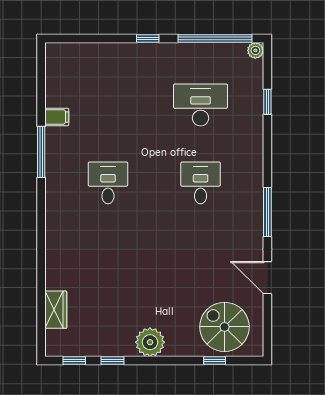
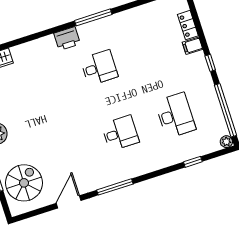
locker: (90, 51) -> (188, 25), added
filing cabinet: (57, 117) -> (193, 46), moved, turned 90
window: (41, 152) -> (93, 17), moved
printer: (57, 212) -> (67, 39), added

